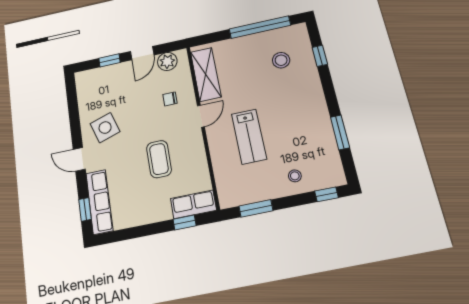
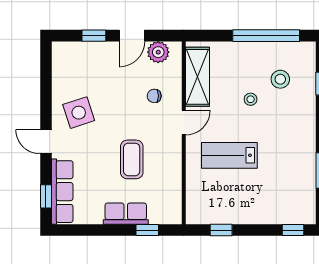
lab bench: (249, 136) -> (229, 155), turned 90
stool: (295, 176) -> (251, 99), moved
row of seats: (193, 204) -> (126, 214), moved
window: (256, 208) -> (221, 230), width x0.67

